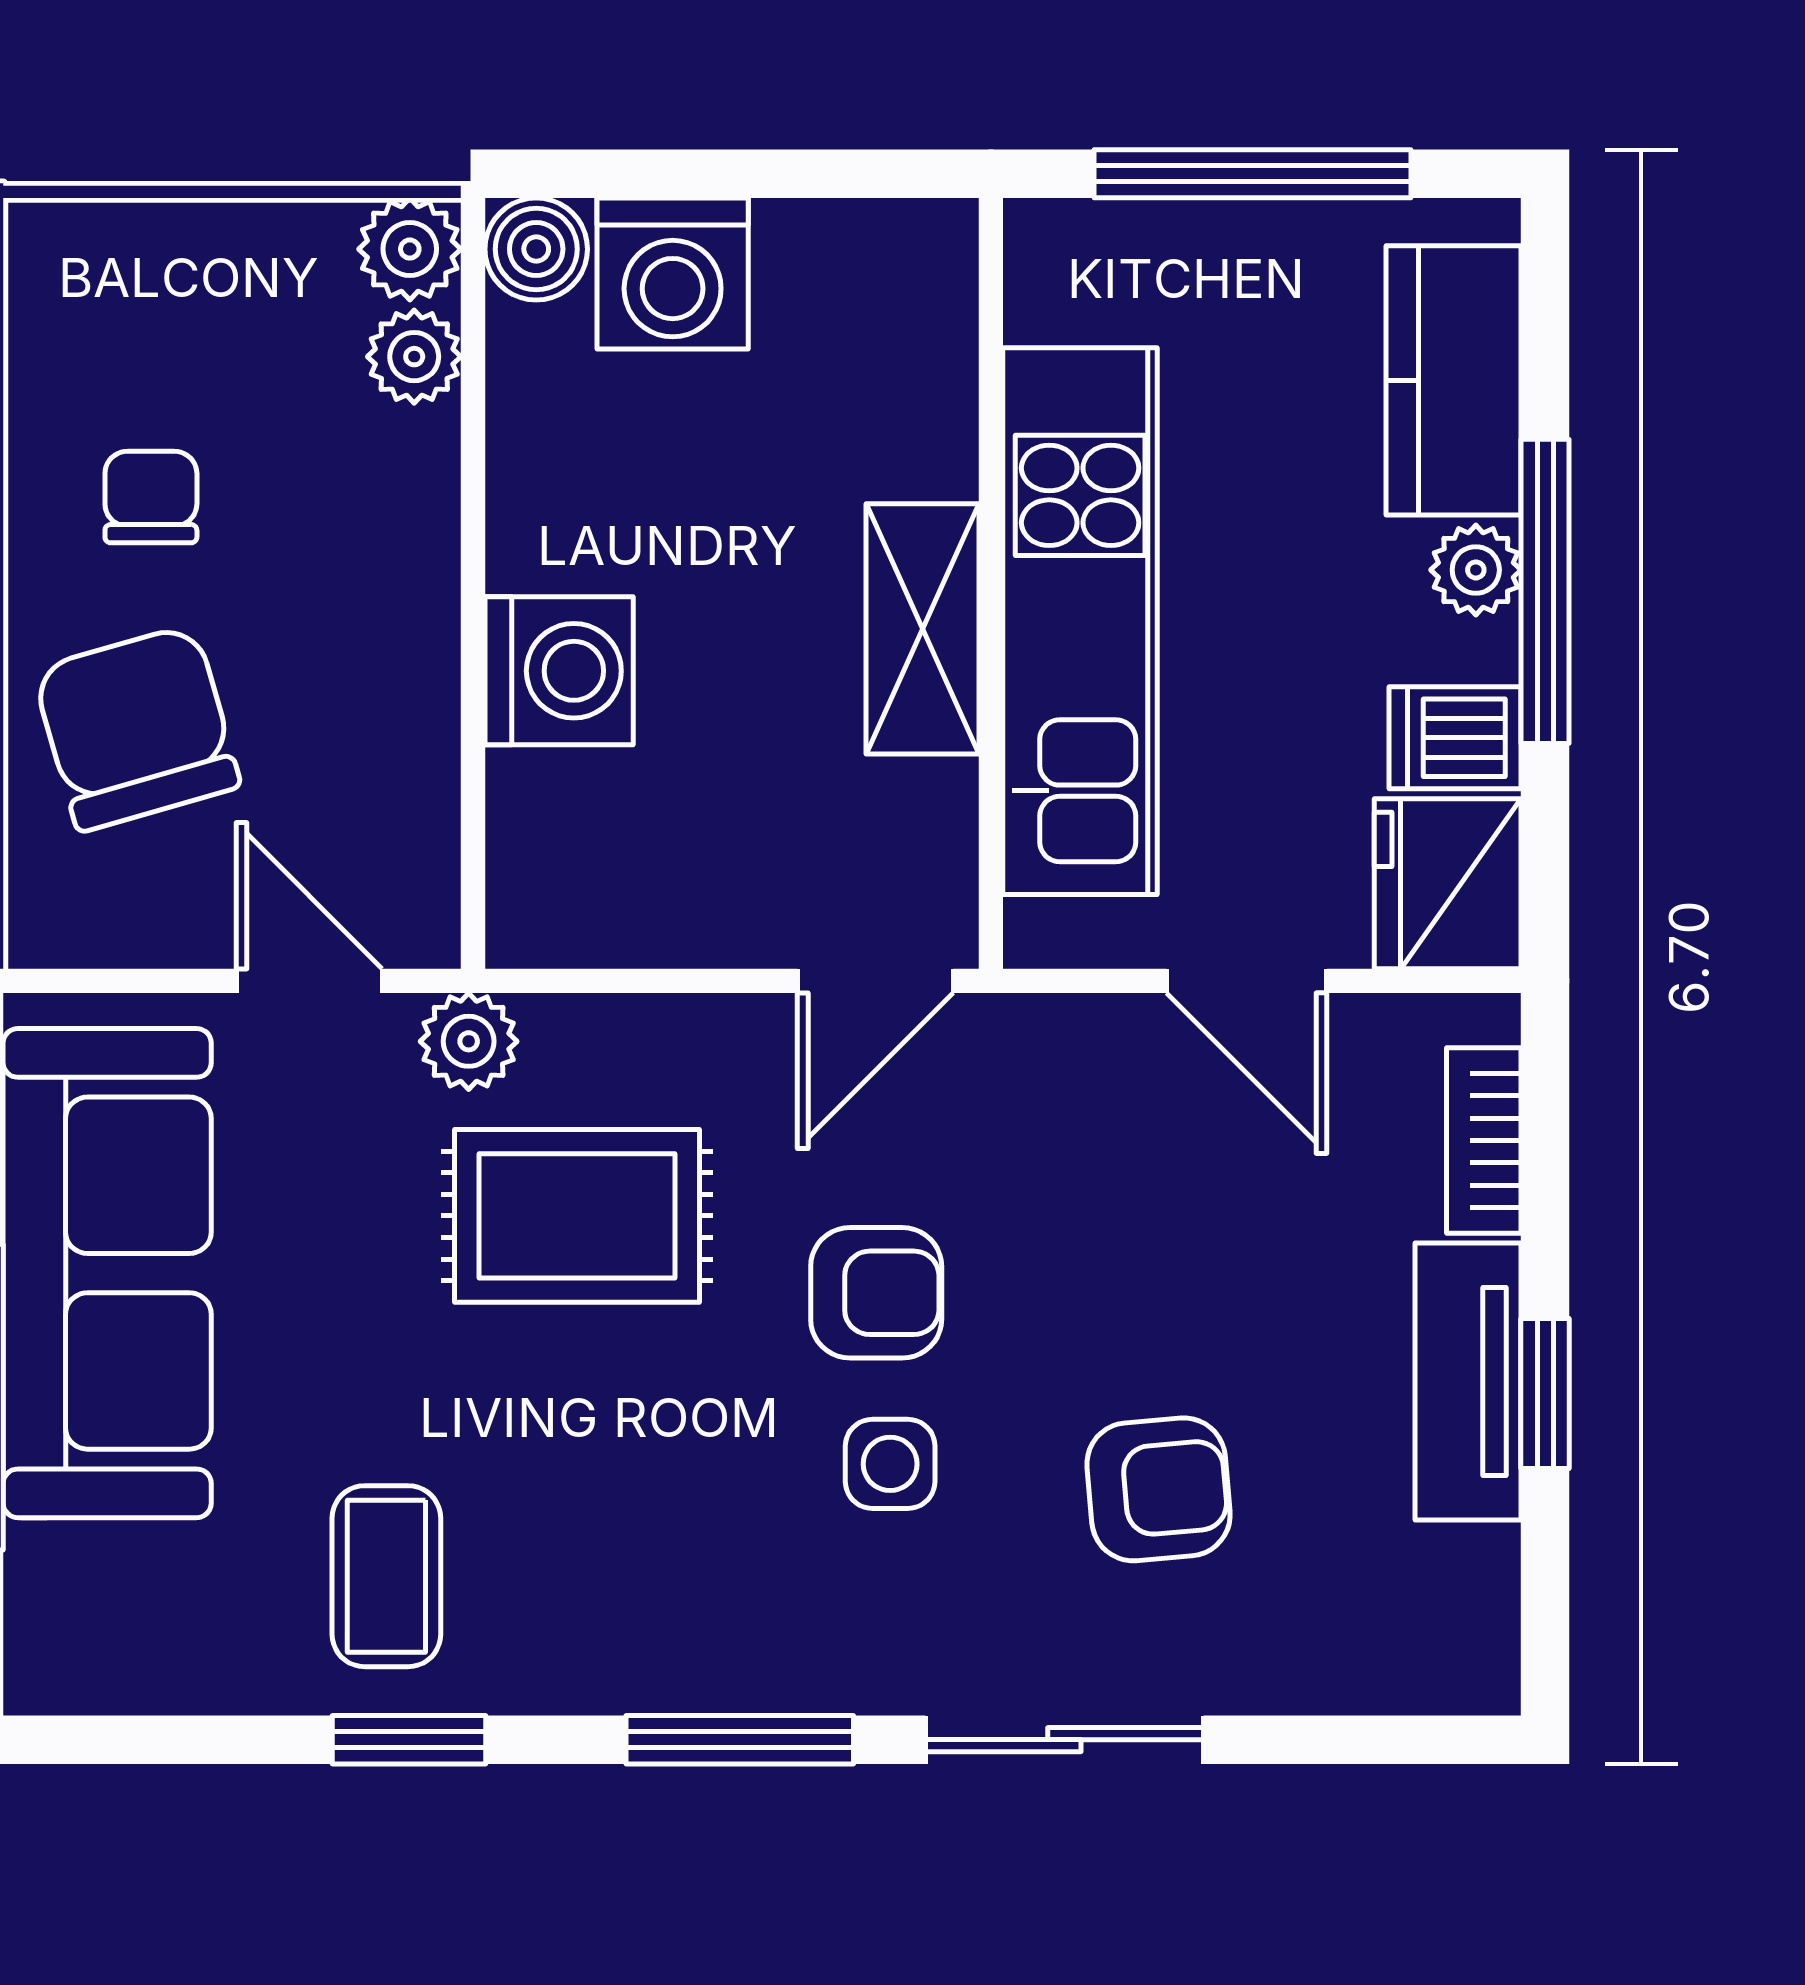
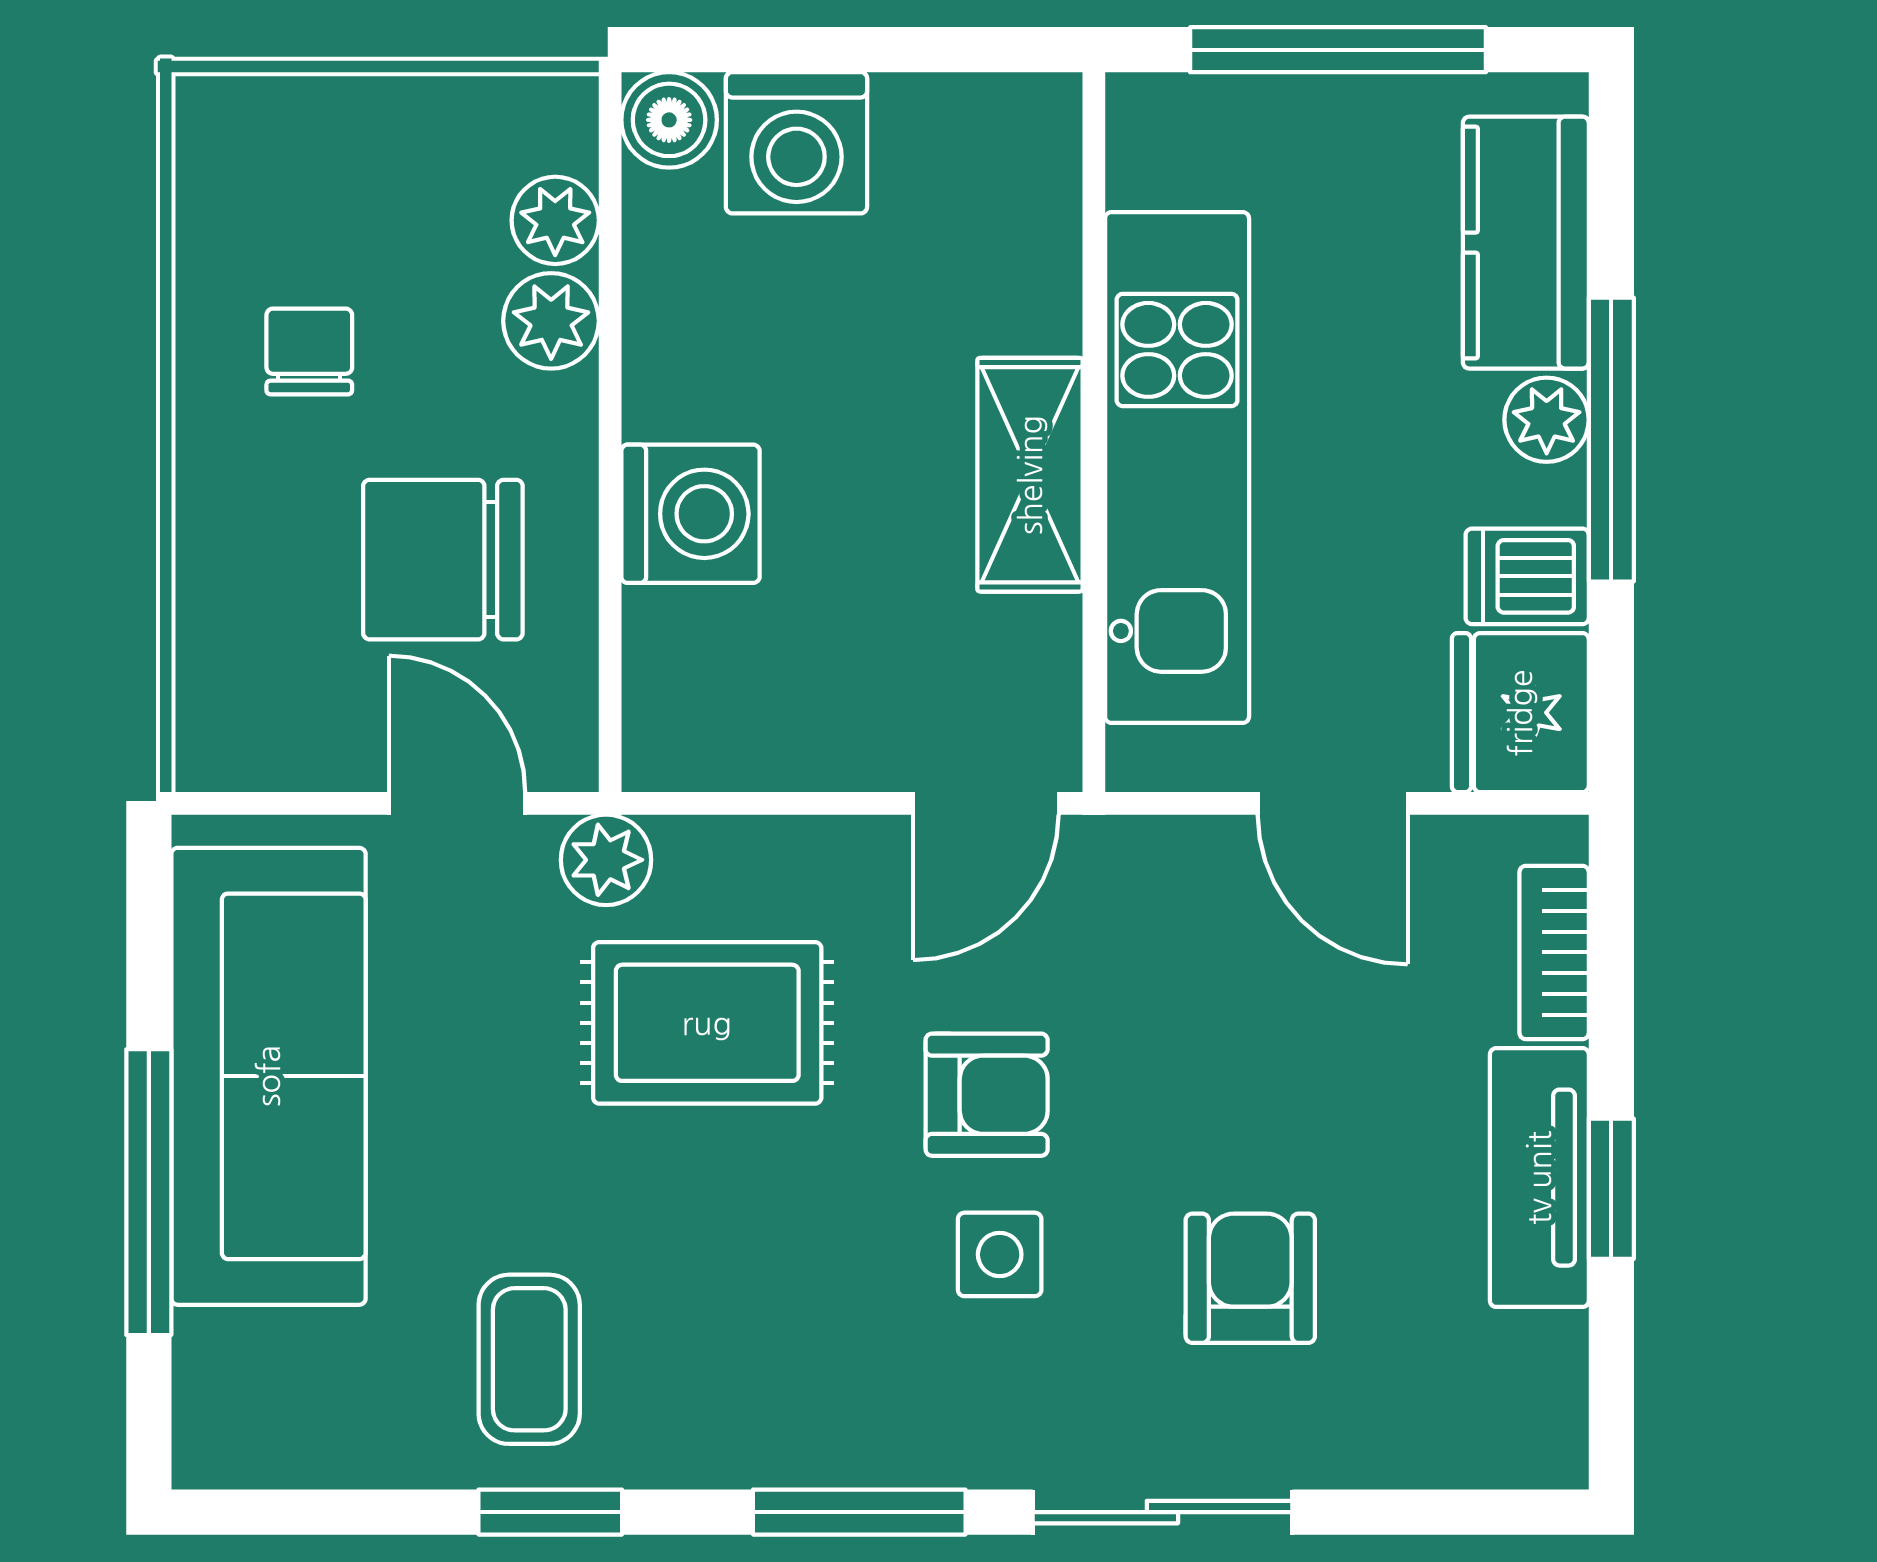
plant: (410, 249) -> (551, 321), moved
chair: (136, 728) -> (443, 560), moved, turned -74
armchair: (1159, 1489) -> (1250, 1278), turned -85

